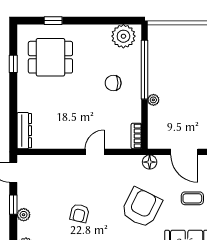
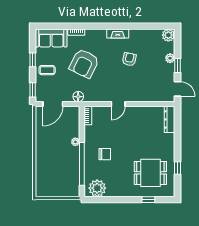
door: (184, 152) -> (53, 104), swing flipped

